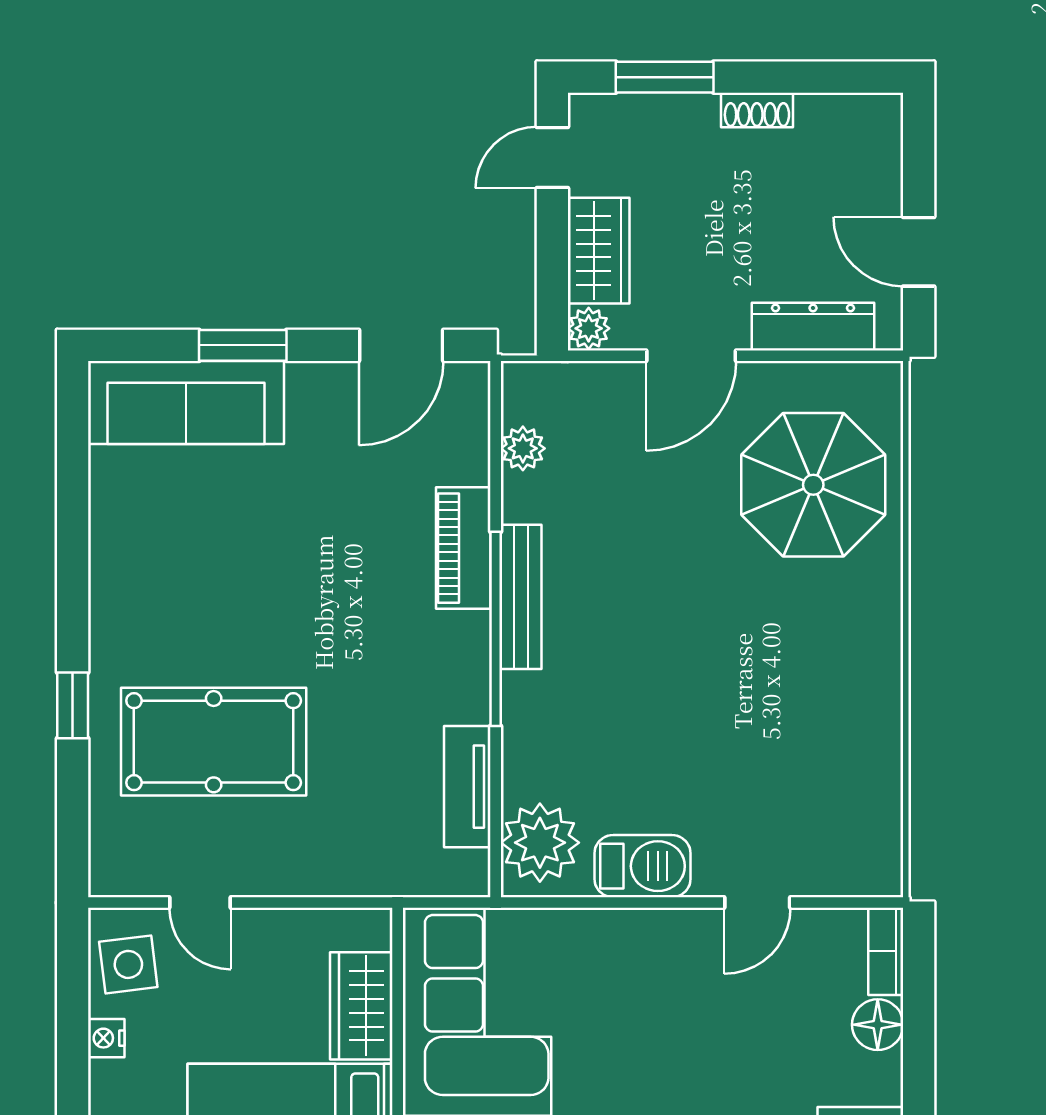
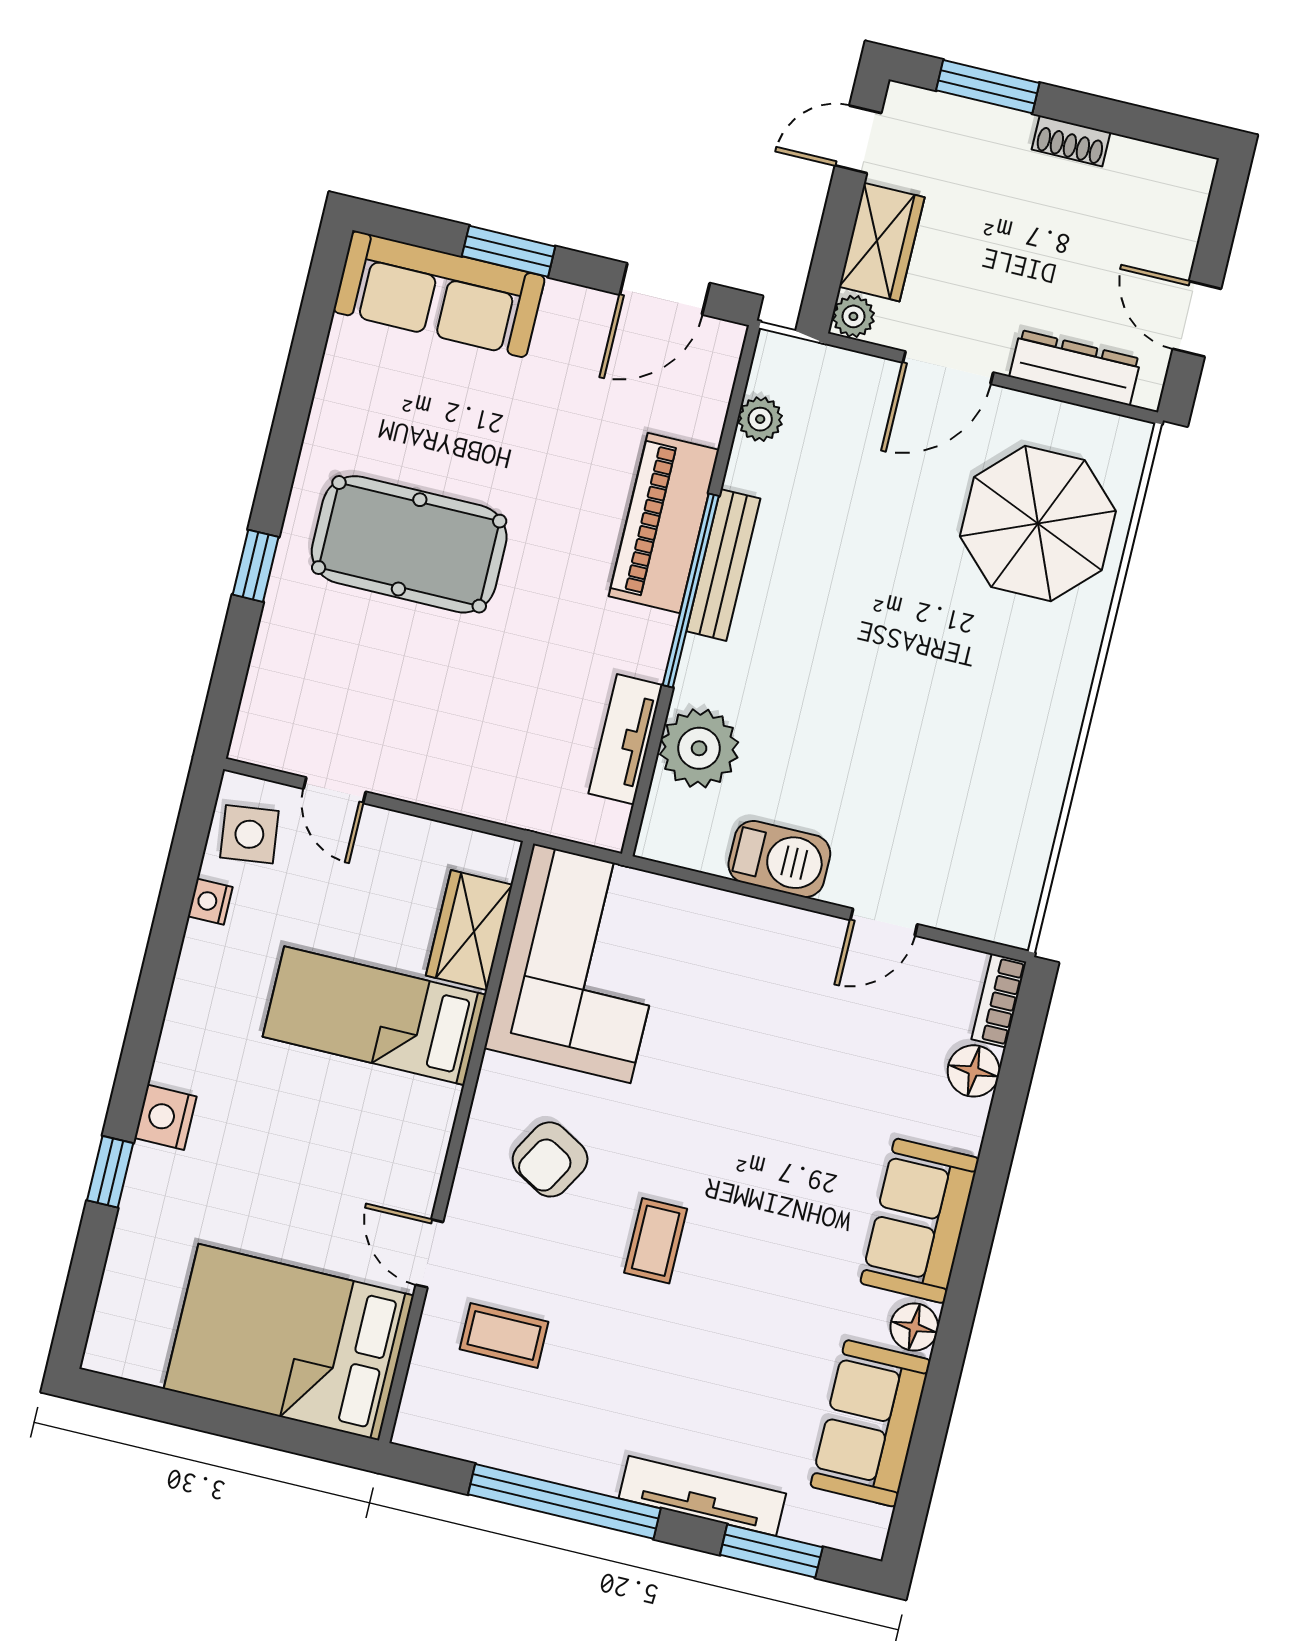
piano: (463, 548) -> (664, 523), width x1.37, depth x1.33
pool table: (214, 742) -> (409, 544), moved
plant: (540, 843) -> (699, 748), moved

